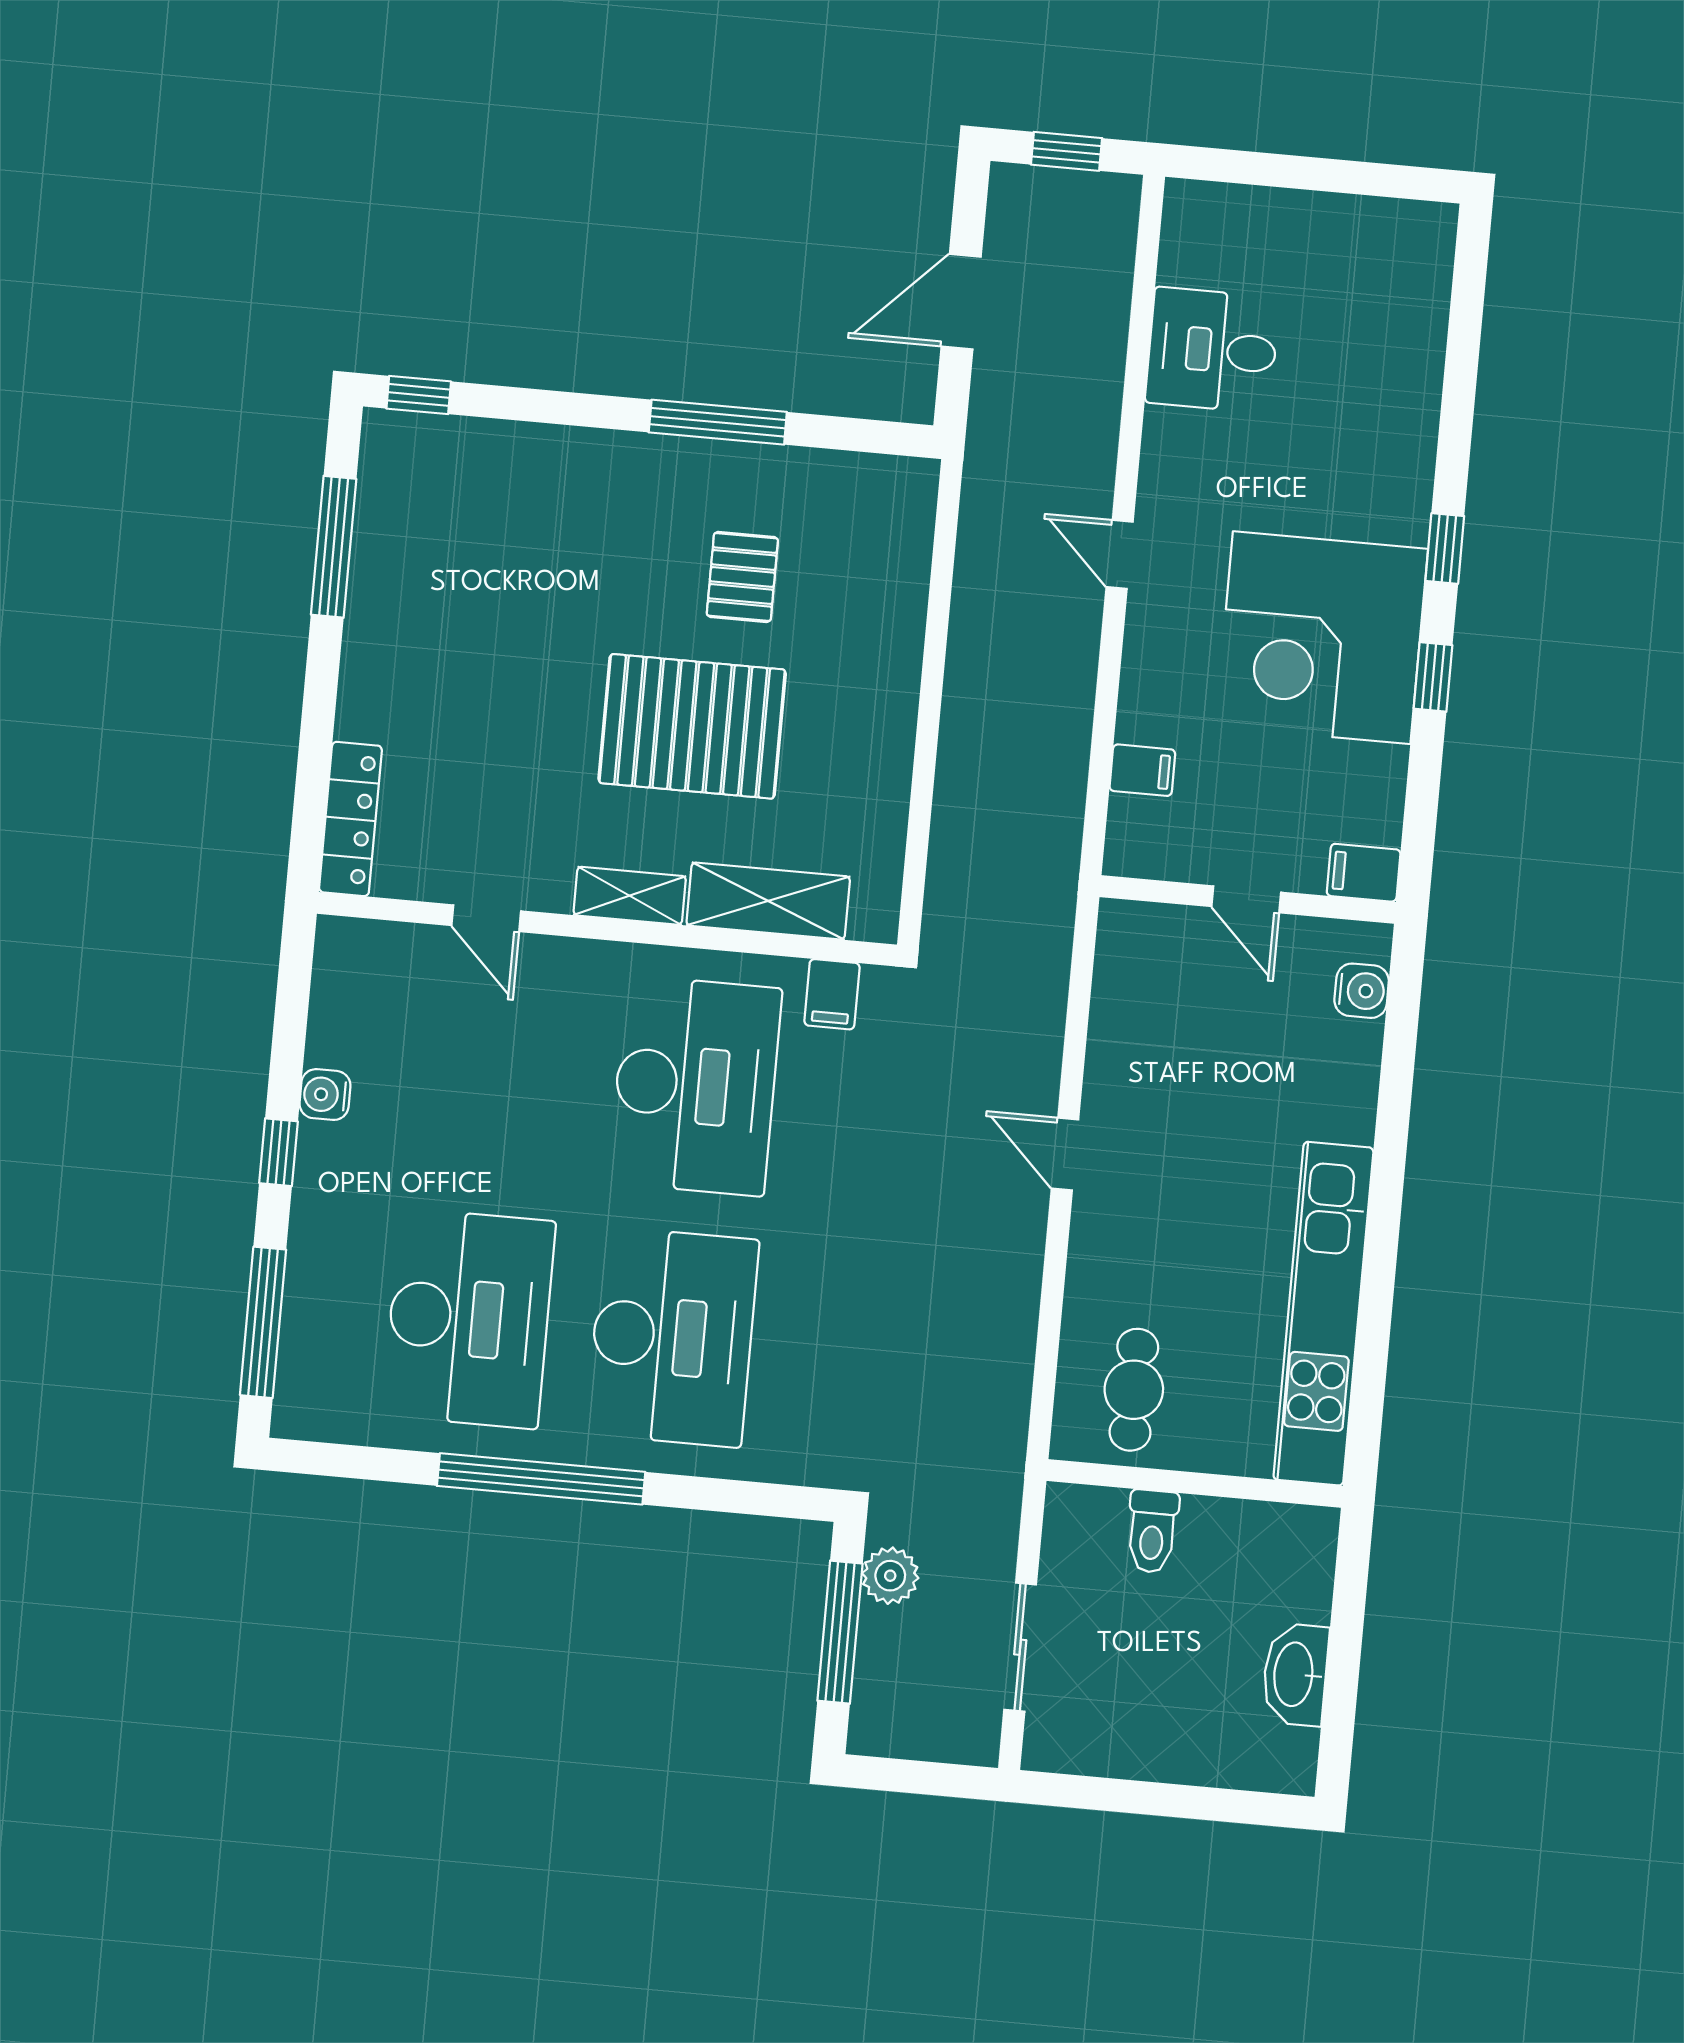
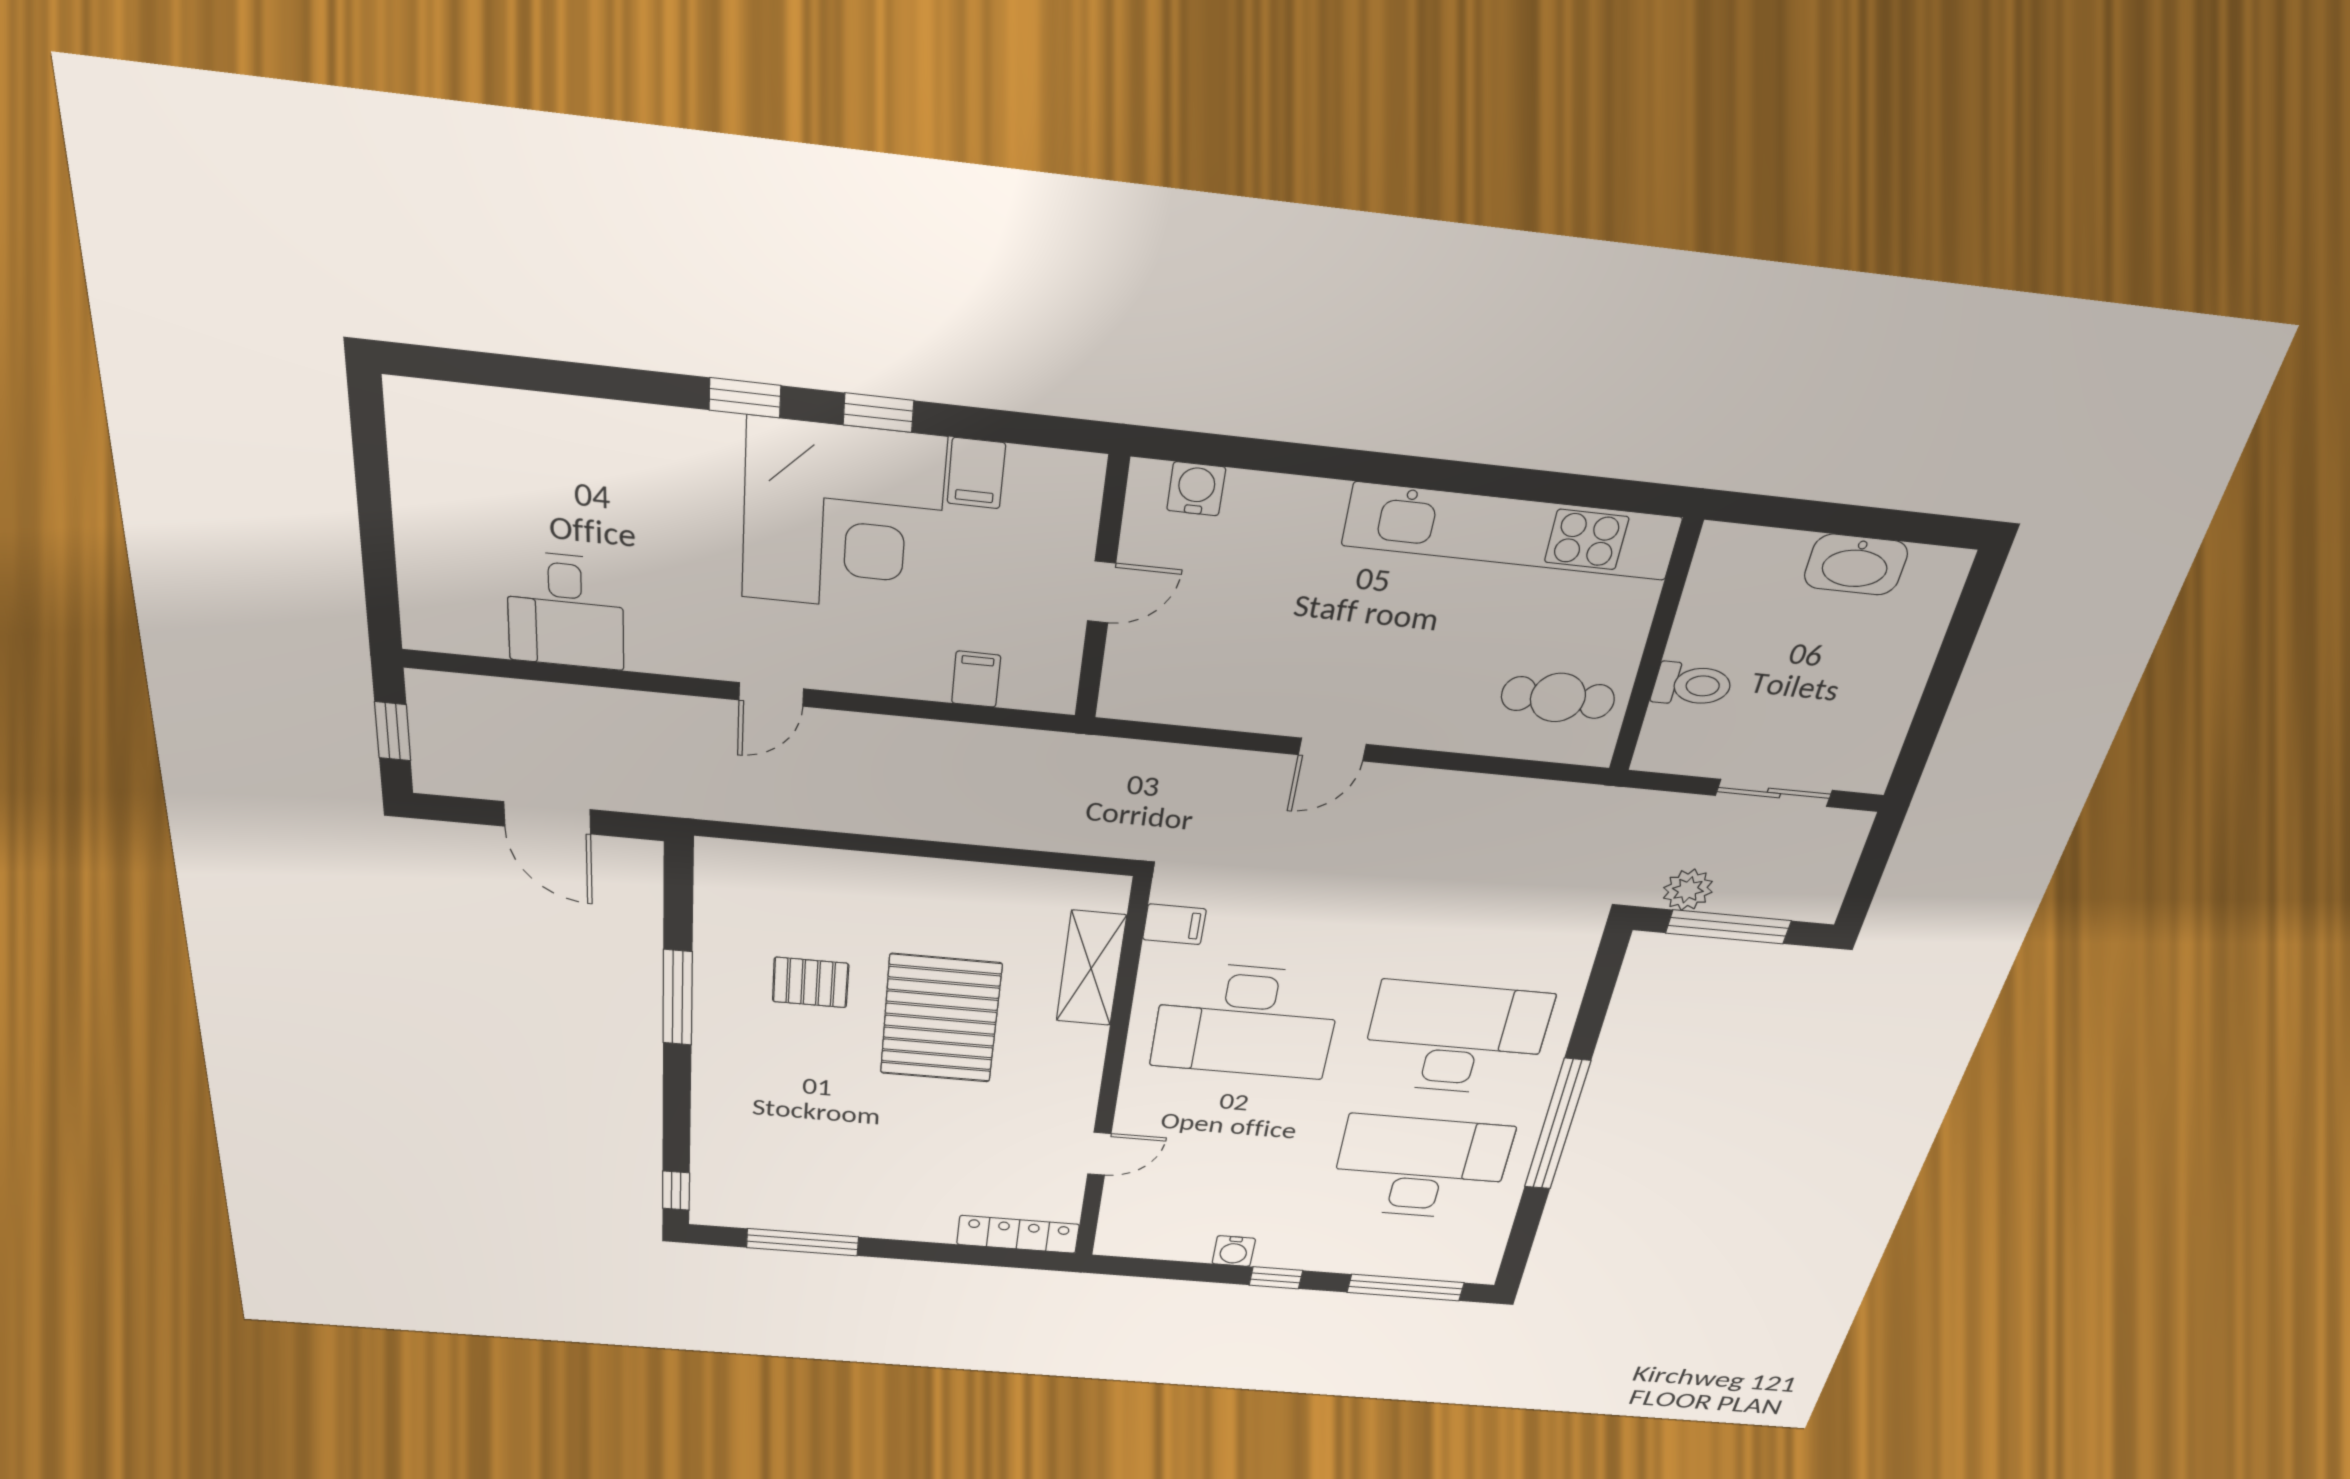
filing cabinet: (1364, 873) -> (976, 473), moved
shelving: (630, 896) -> (1084, 1062), removed
desk: (695, 1086) -> (1246, 1021), turned 180

